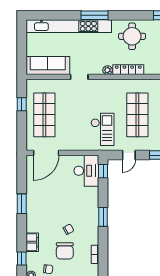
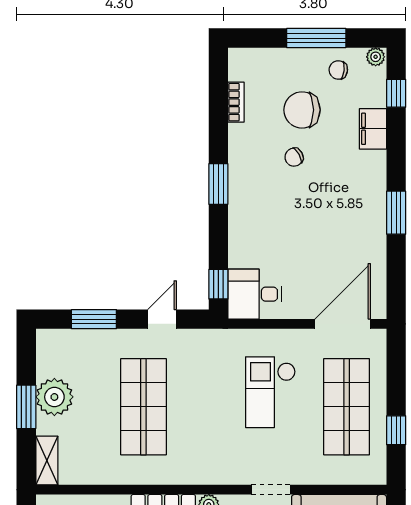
checkout: (102, 129) -> (270, 392), moved
desk: (86, 171) -> (255, 294), width x0.73
chair: (65, 251) -> (302, 110), turned -90

